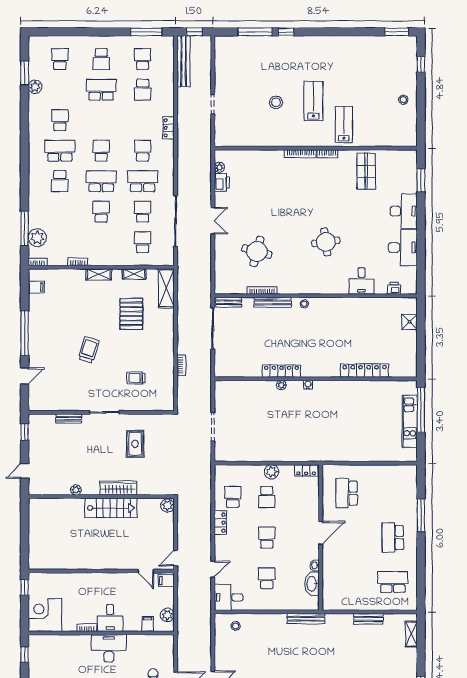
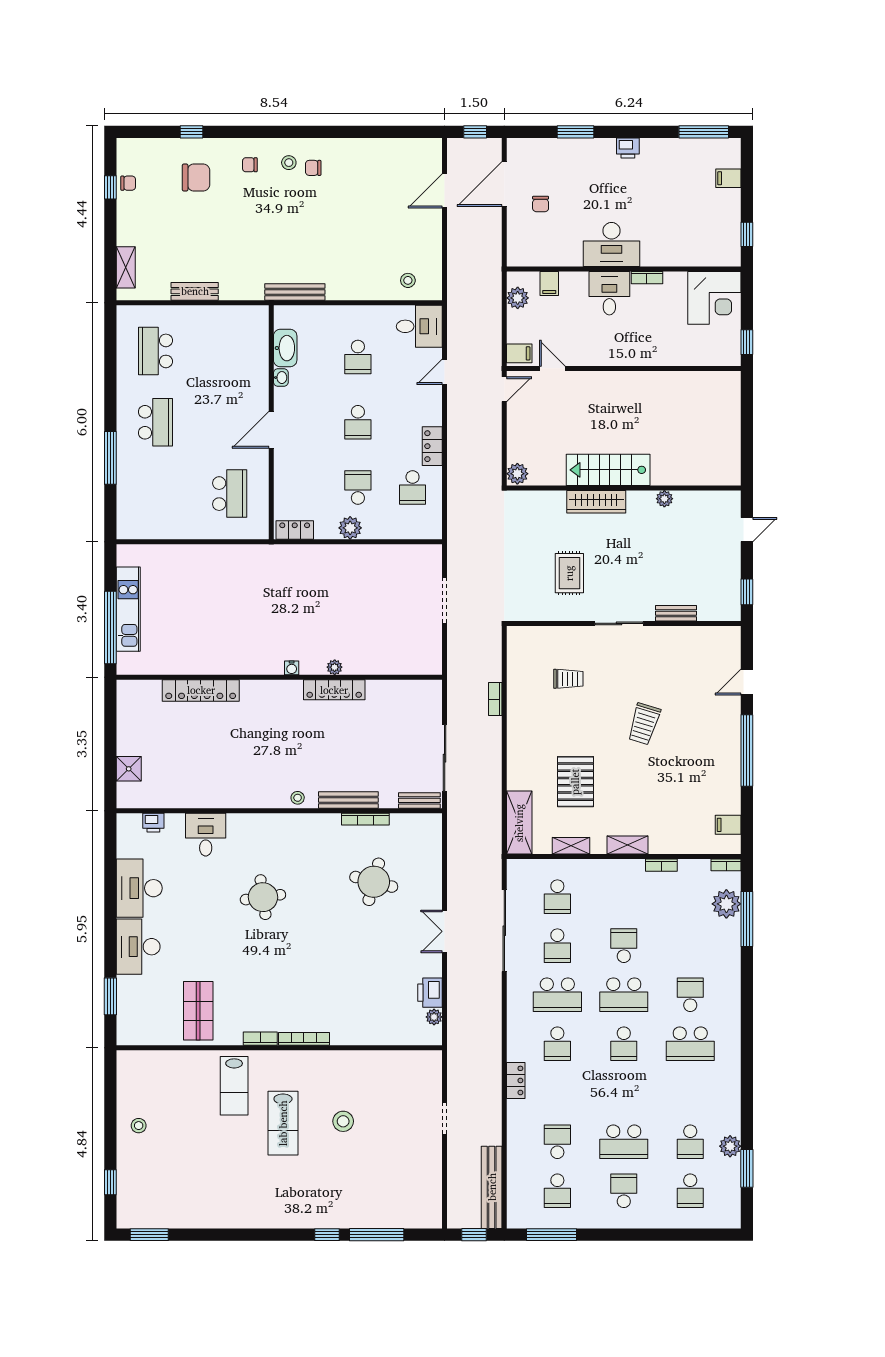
school desk: (60, 120) -> (690, 1142), moved
school desk: (101, 212) -> (624, 946), turned 180
school desk: (393, 582) -> (155, 351), turned 90

